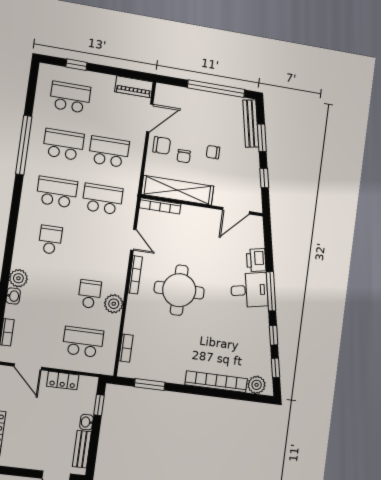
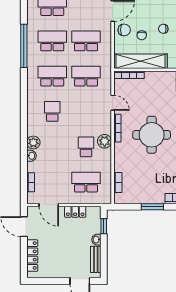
plant: (114, 304) -> (105, 141), moved
window: (150, 384) -> (152, 207), moved

